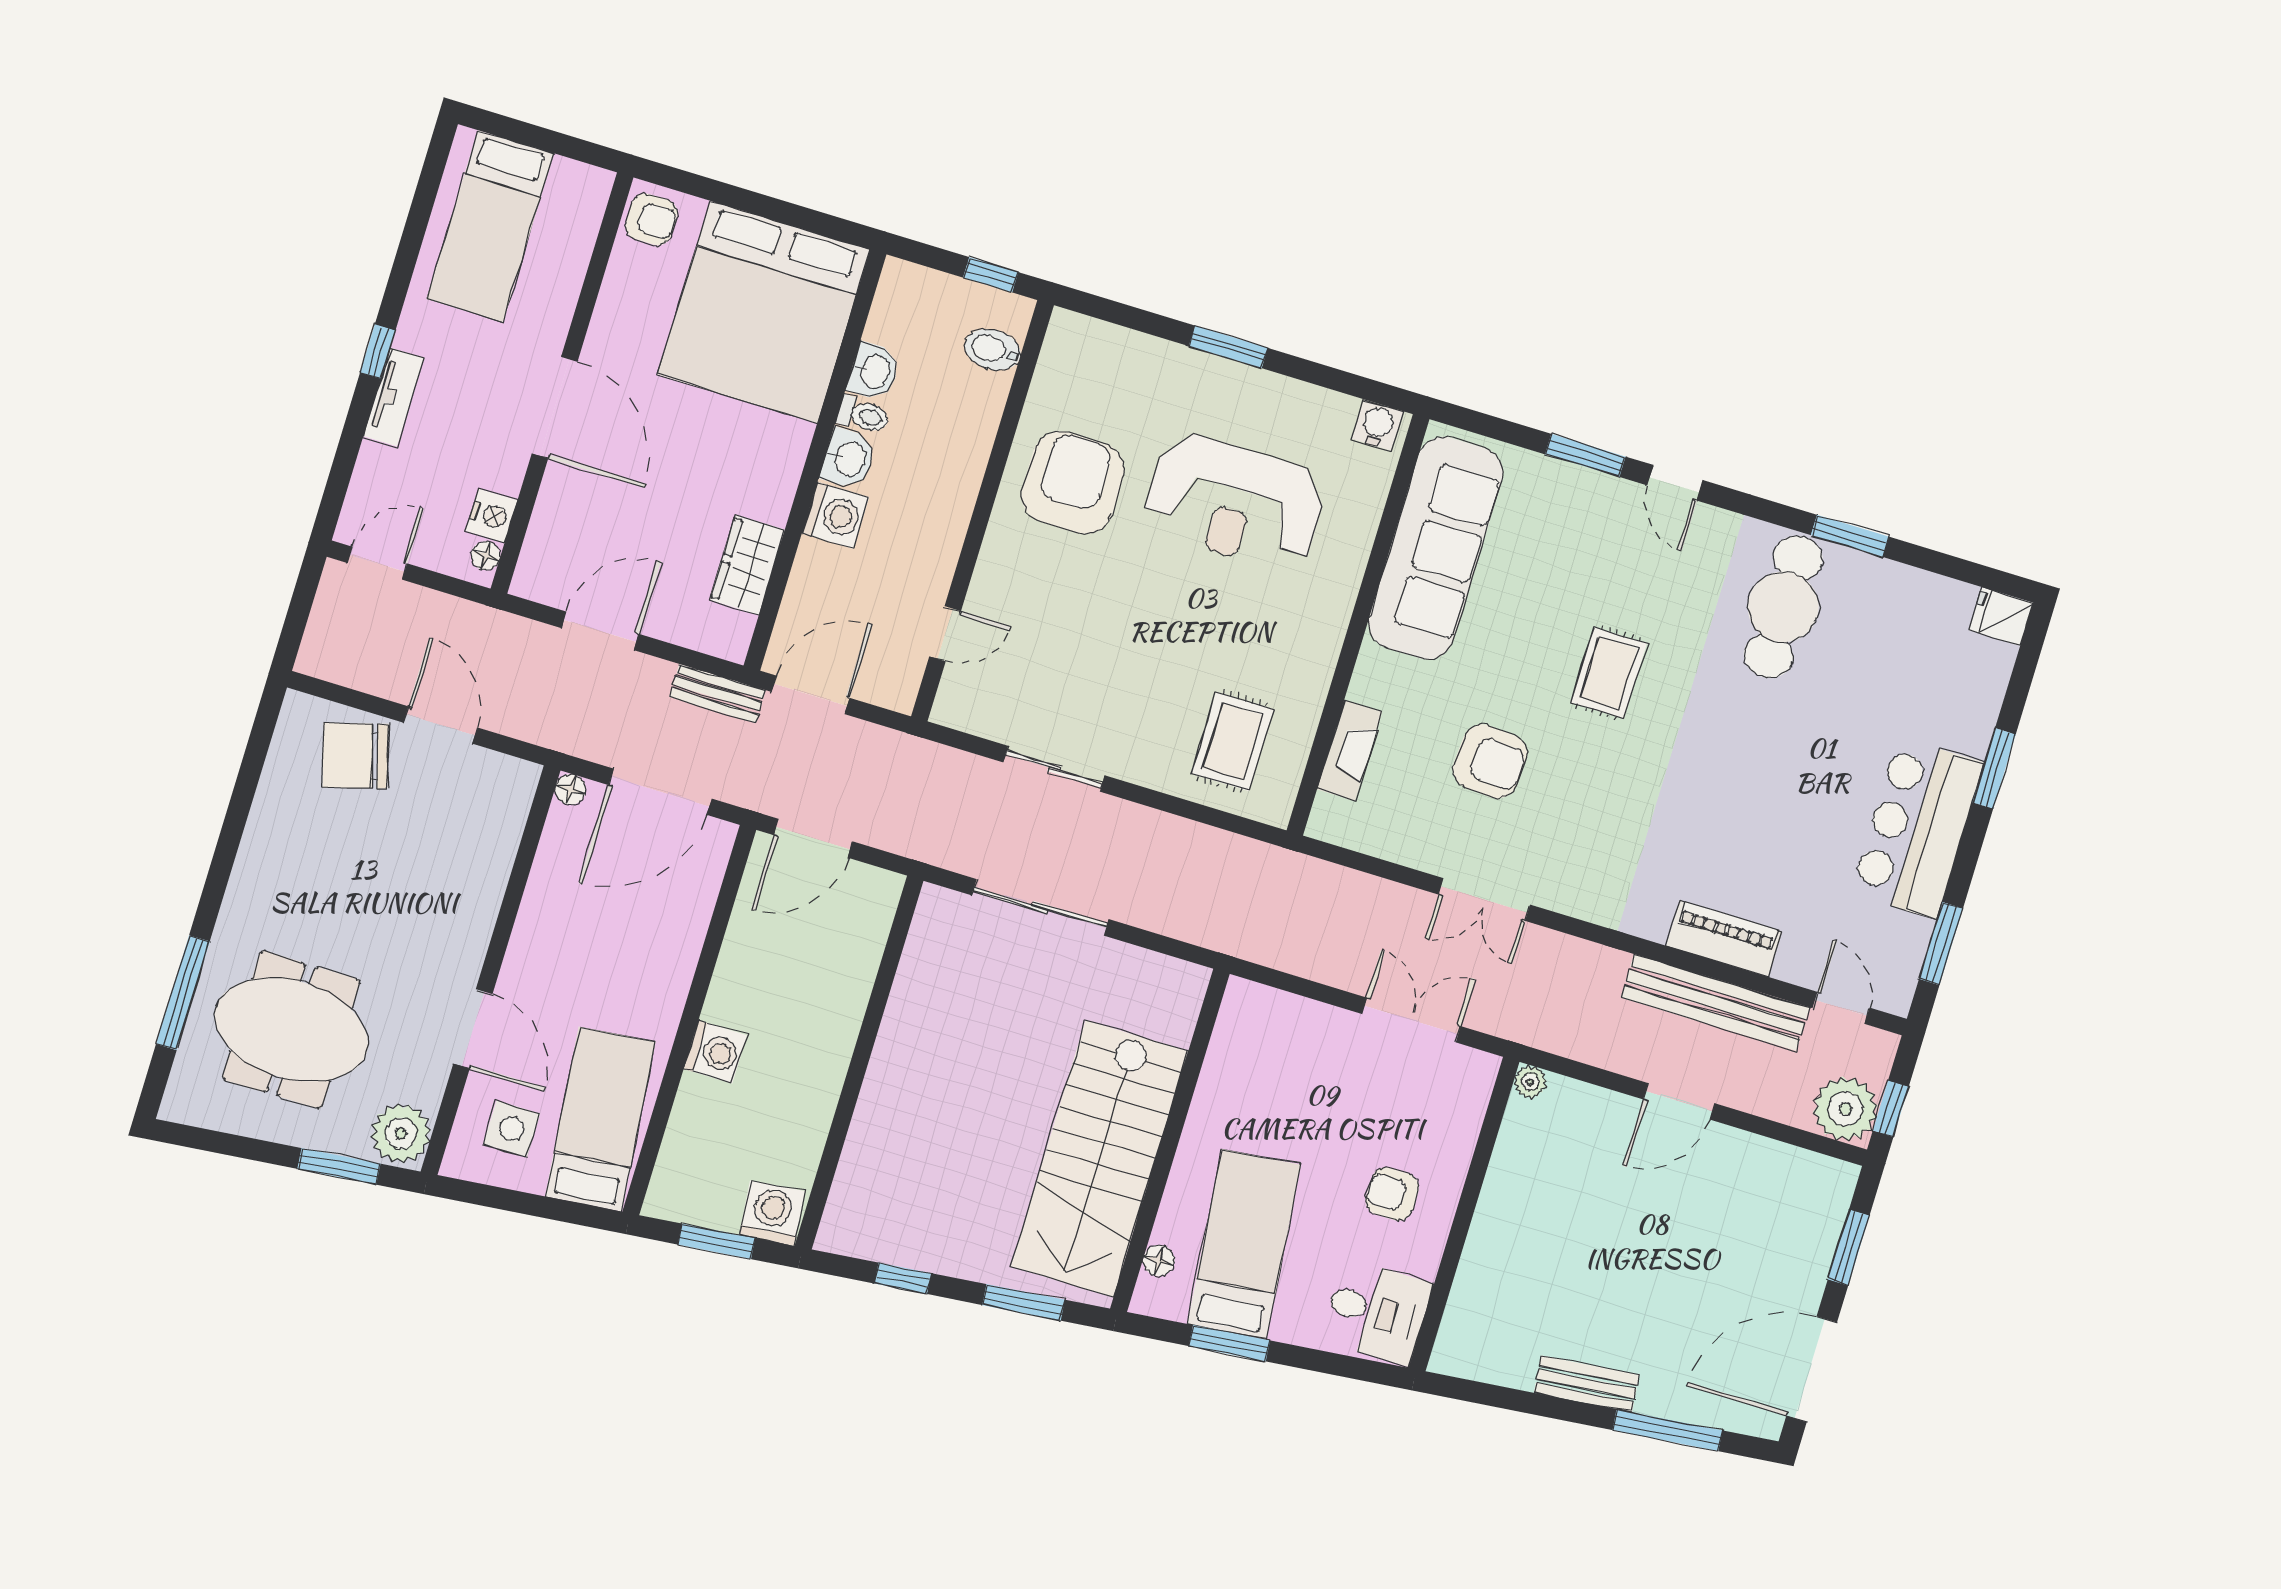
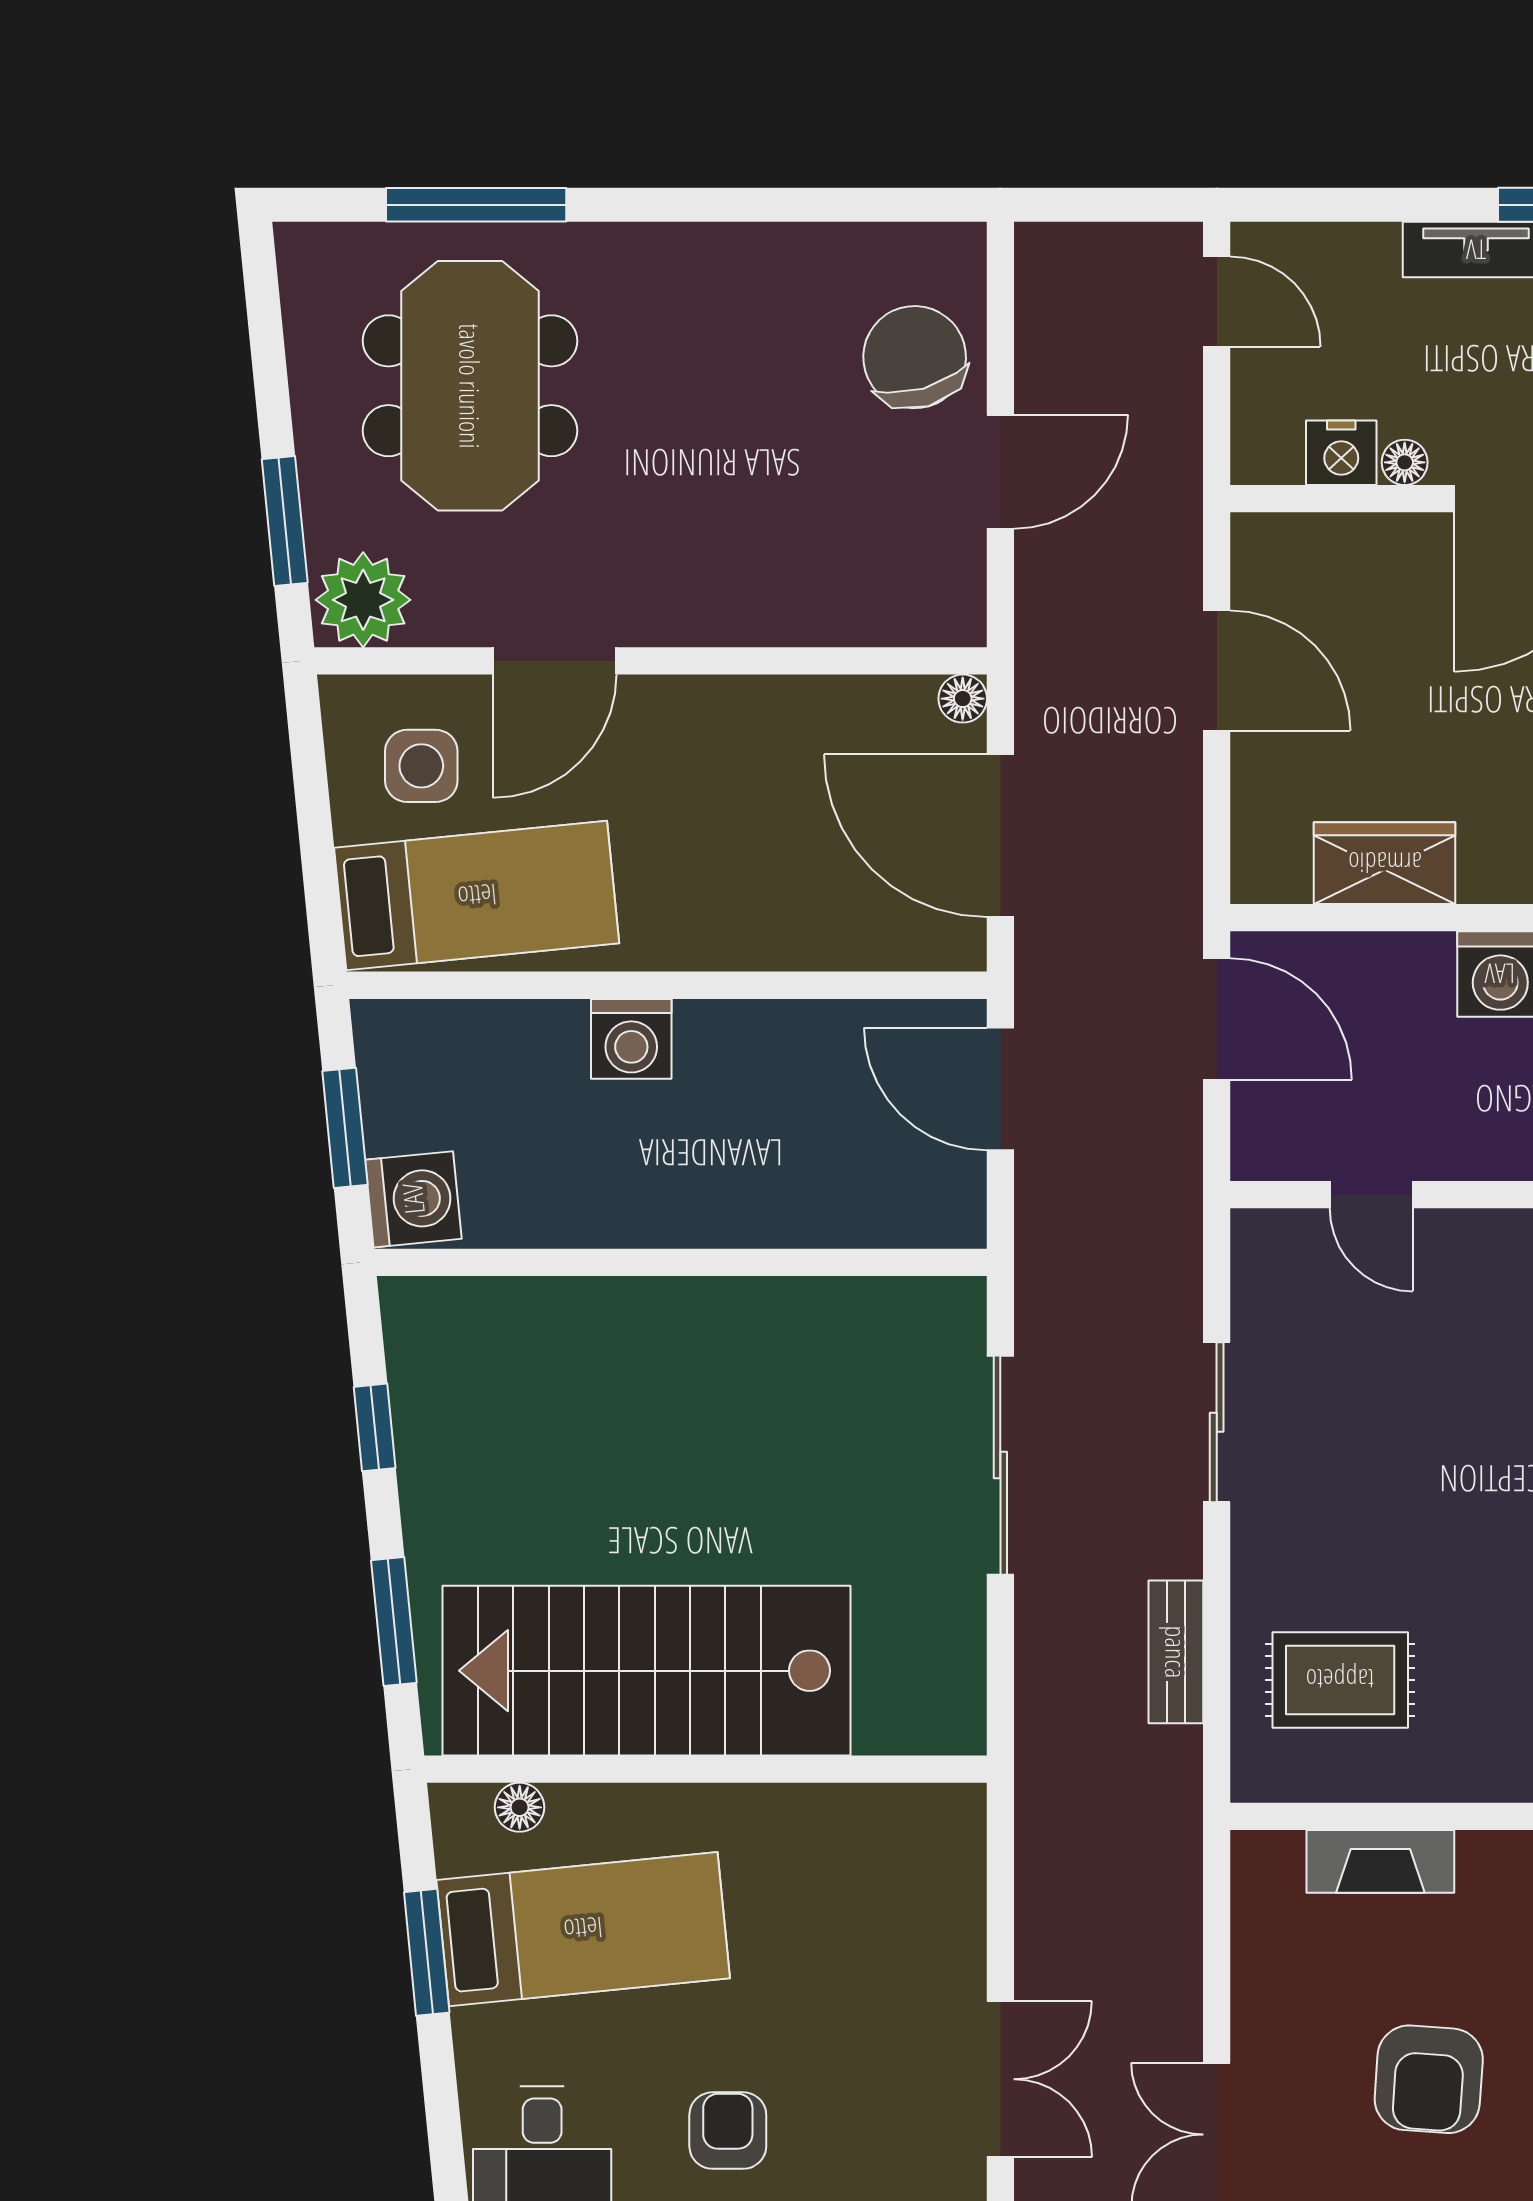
floor lamp: (486, 556) -> (1405, 462), moved
bench: (718, 694) -> (1176, 1652), moved

